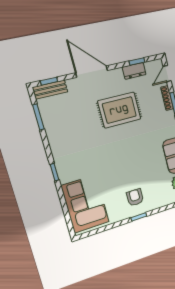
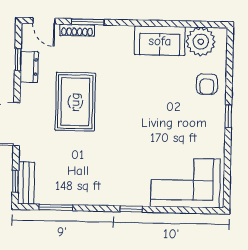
armchair: (135, 197) -> (207, 84), moved, turned -90

